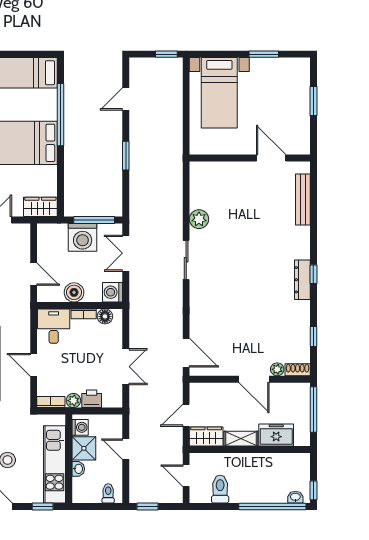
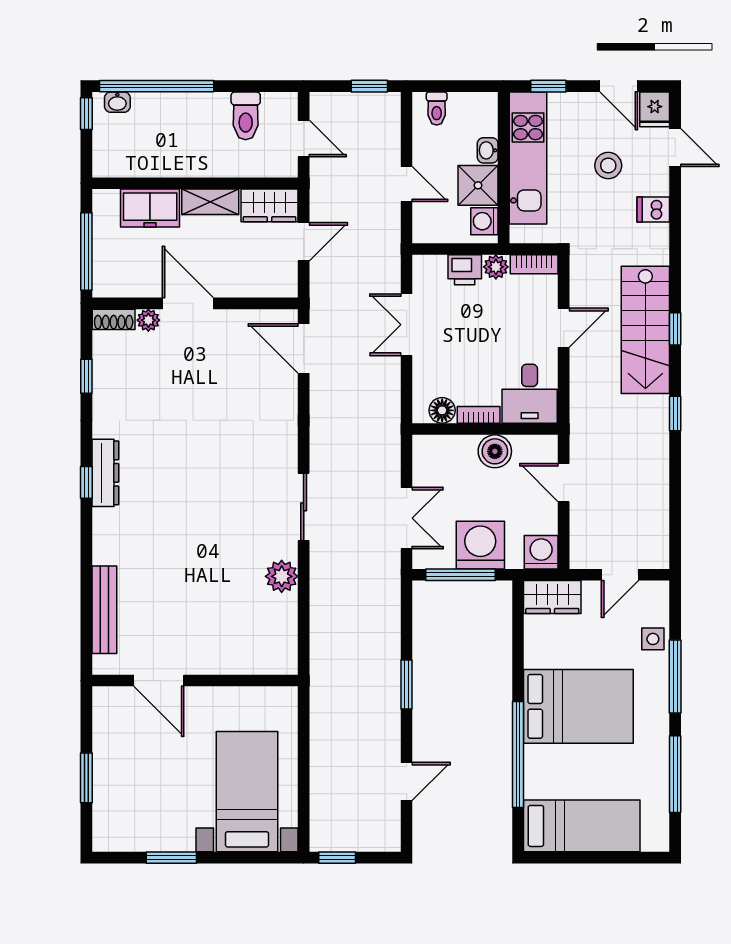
washing machine: (113, 292) -> (541, 552), moved, turned -90
door: (34, 365) -> (564, 328), hinge flipped

